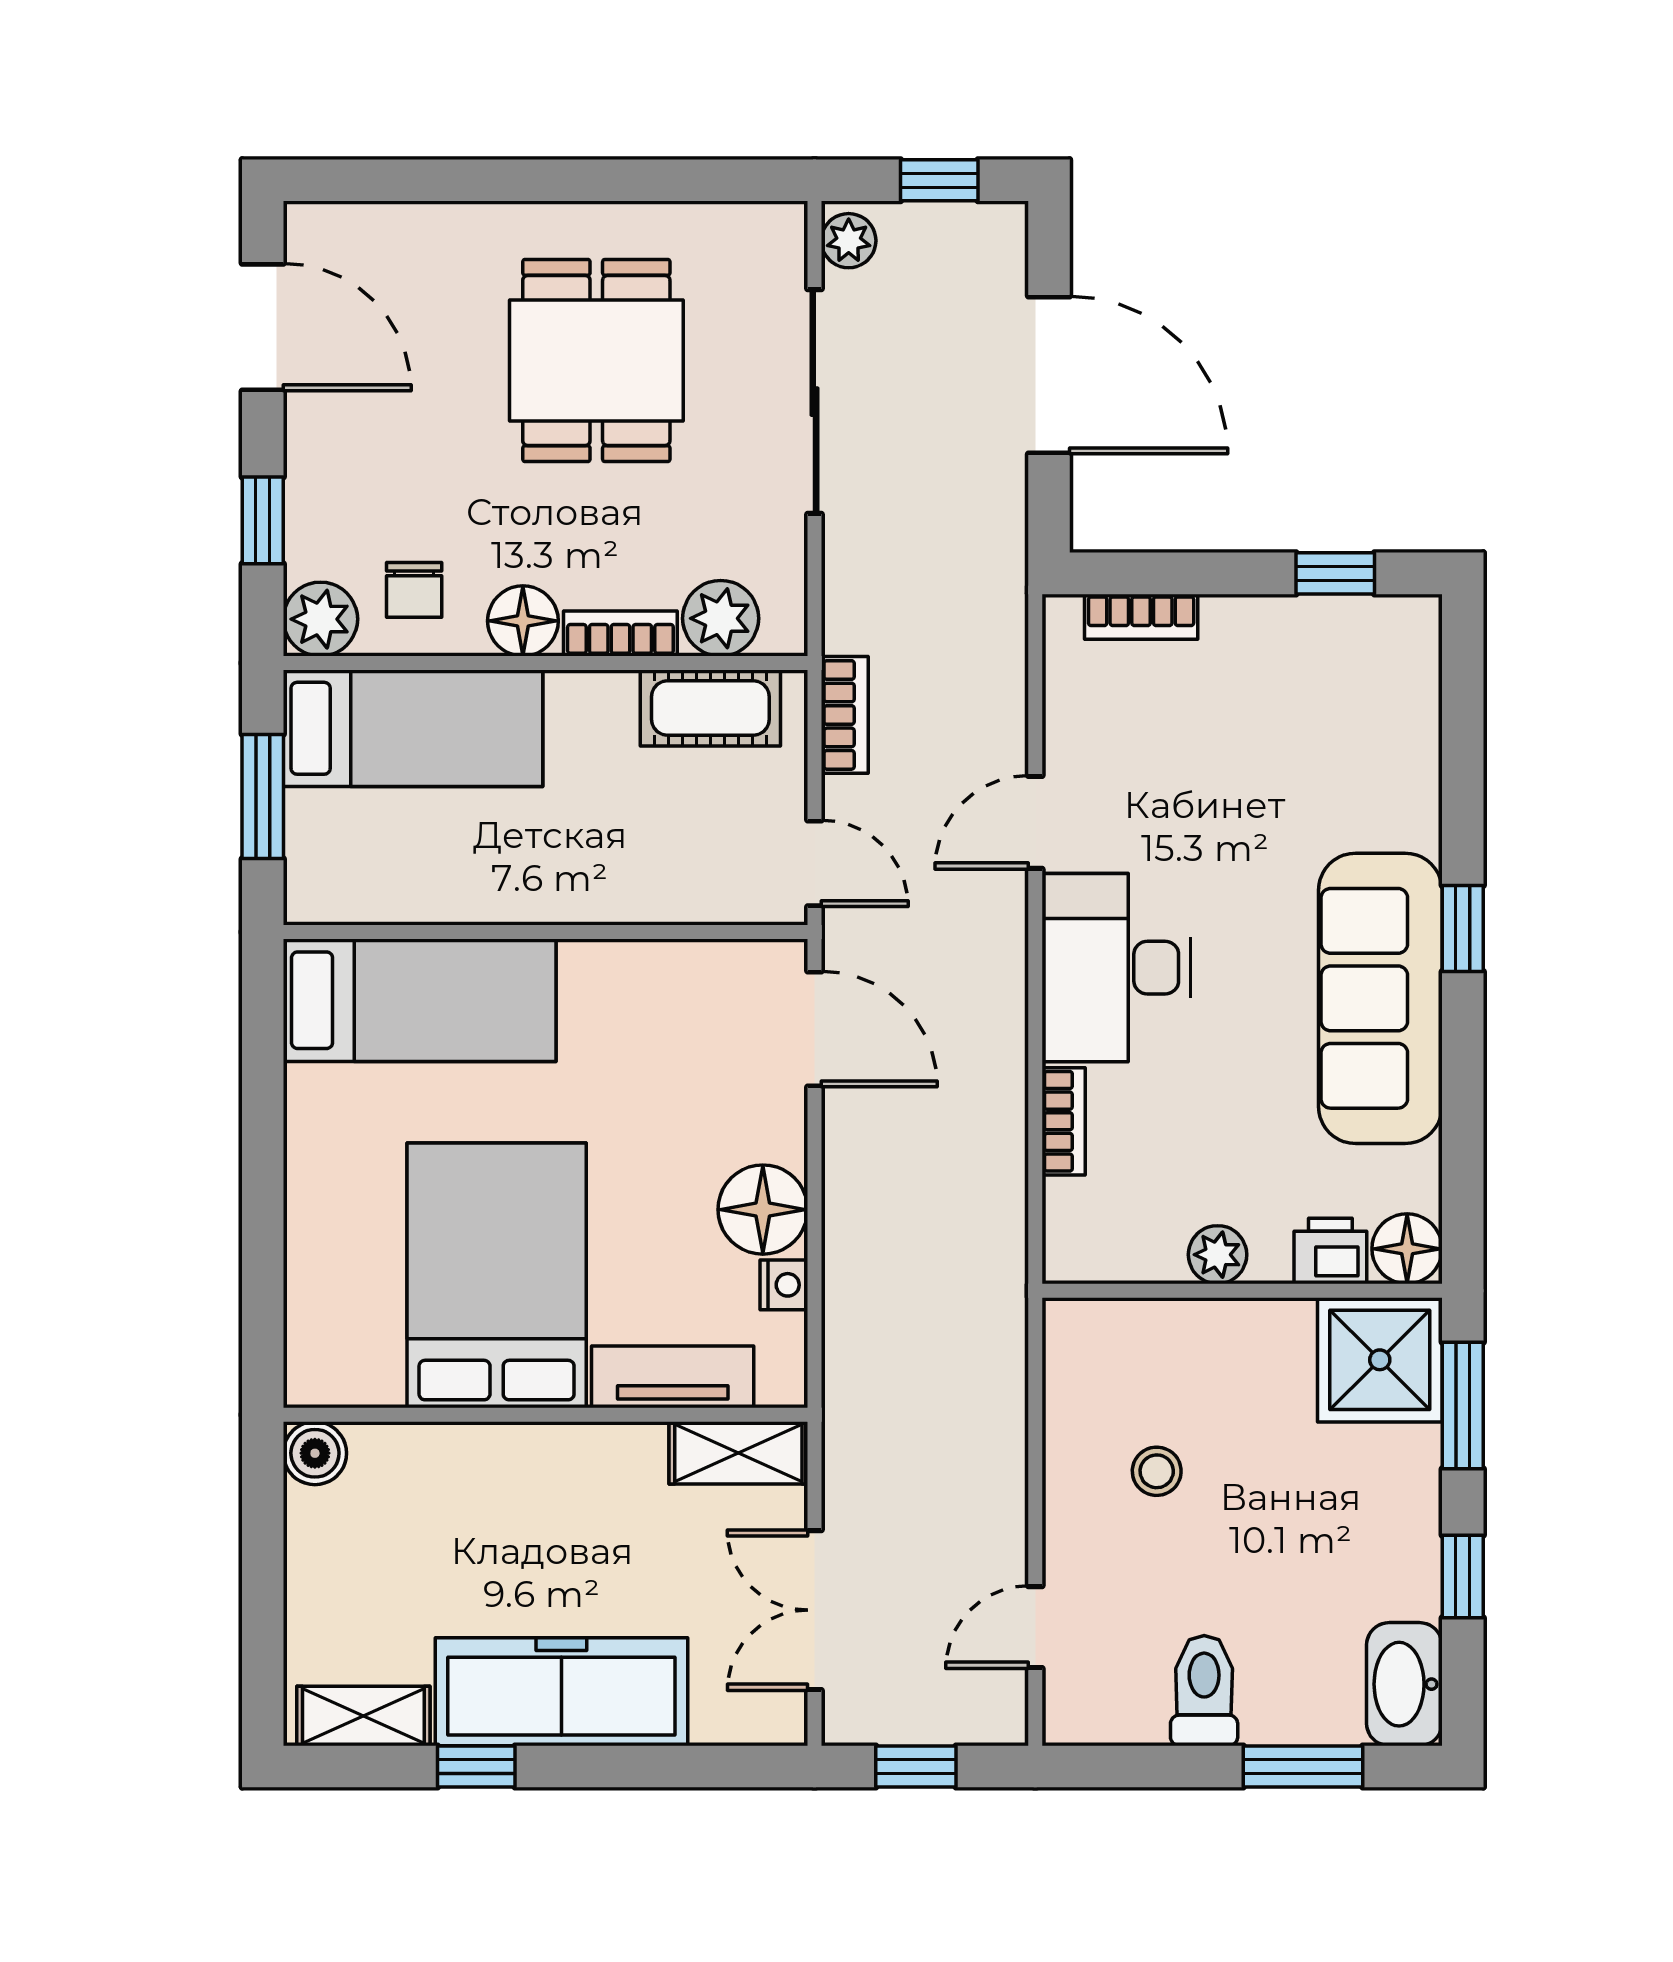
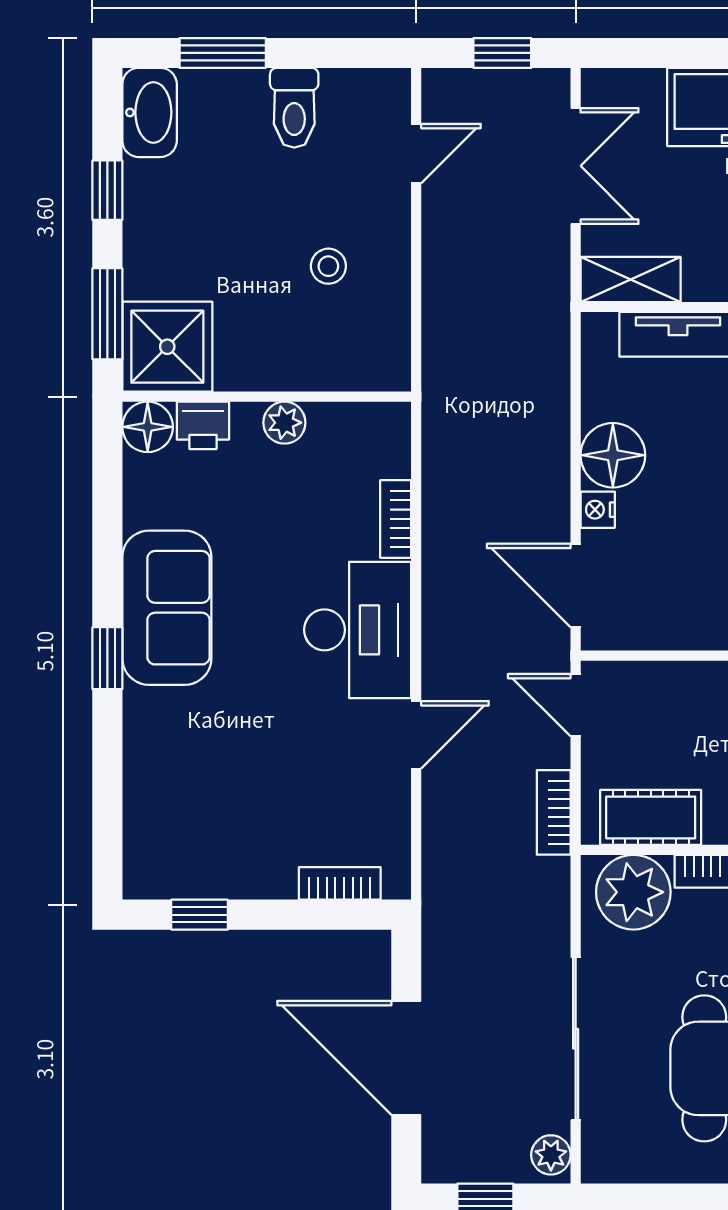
plant: (721, 618) -> (633, 892), width x1.36, depth x1.36
sofa: (1380, 998) -> (167, 608), width x0.73
nightstand: (784, 1285) -> (598, 510), moved

